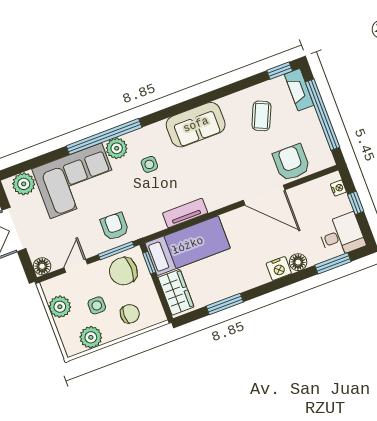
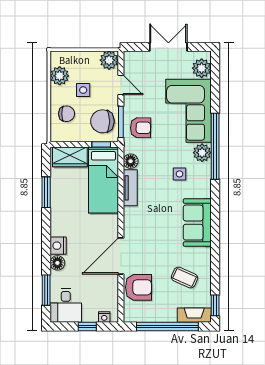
floor lamp: (42, 266) -> (131, 161), moved
chair: (123, 271) -> (102, 121), turned -90
plant: (60, 307) -> (109, 60), moved
chair: (130, 314) -> (67, 114), turned -90

